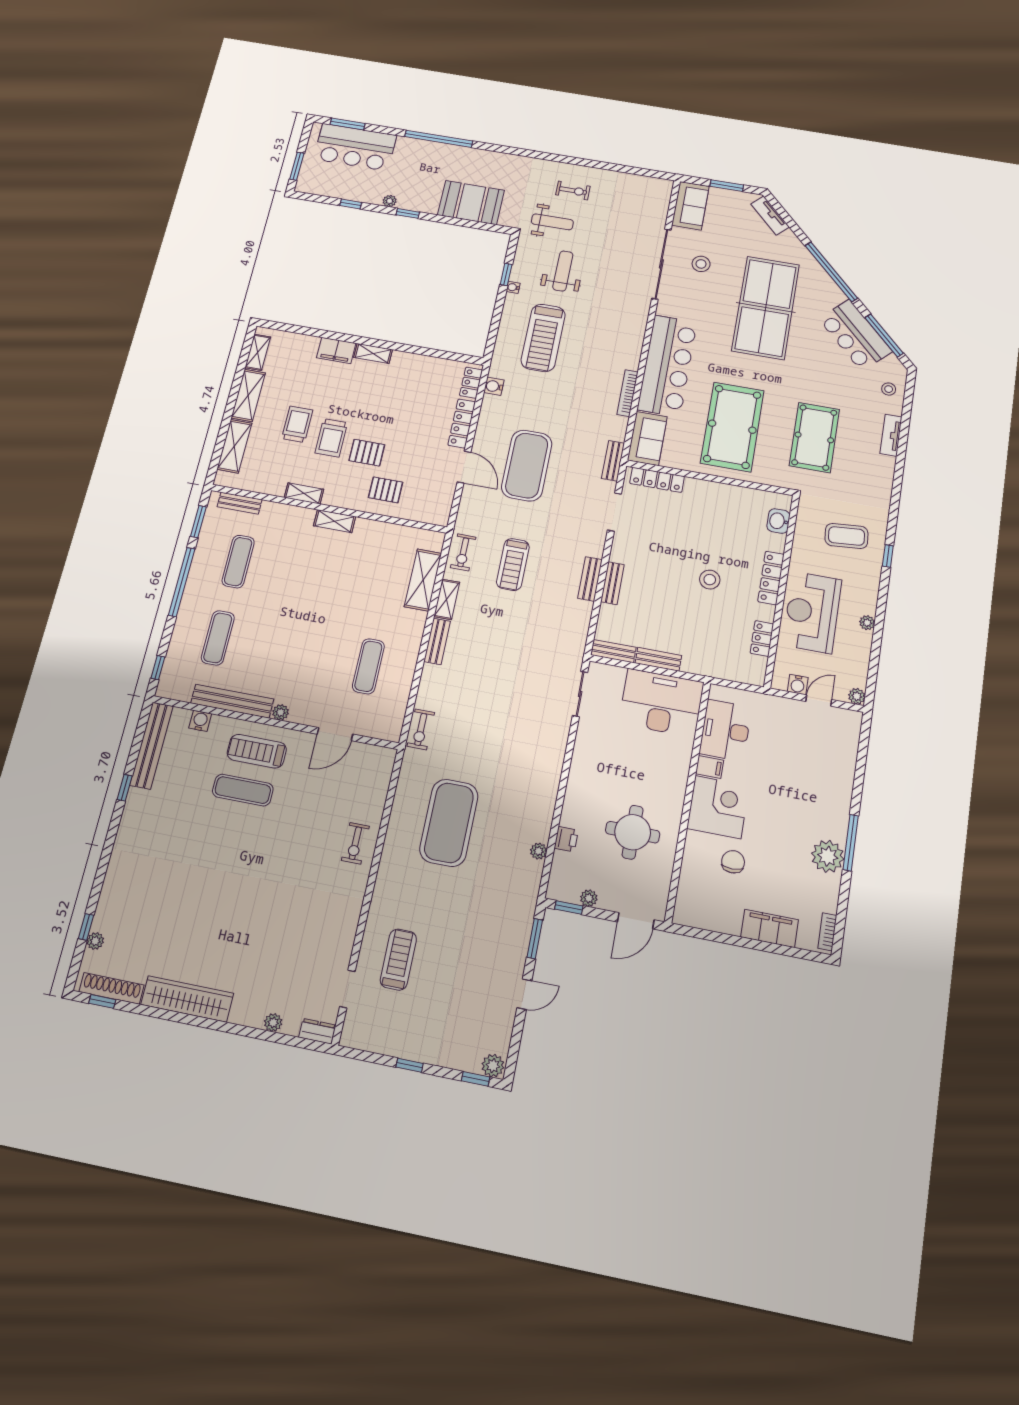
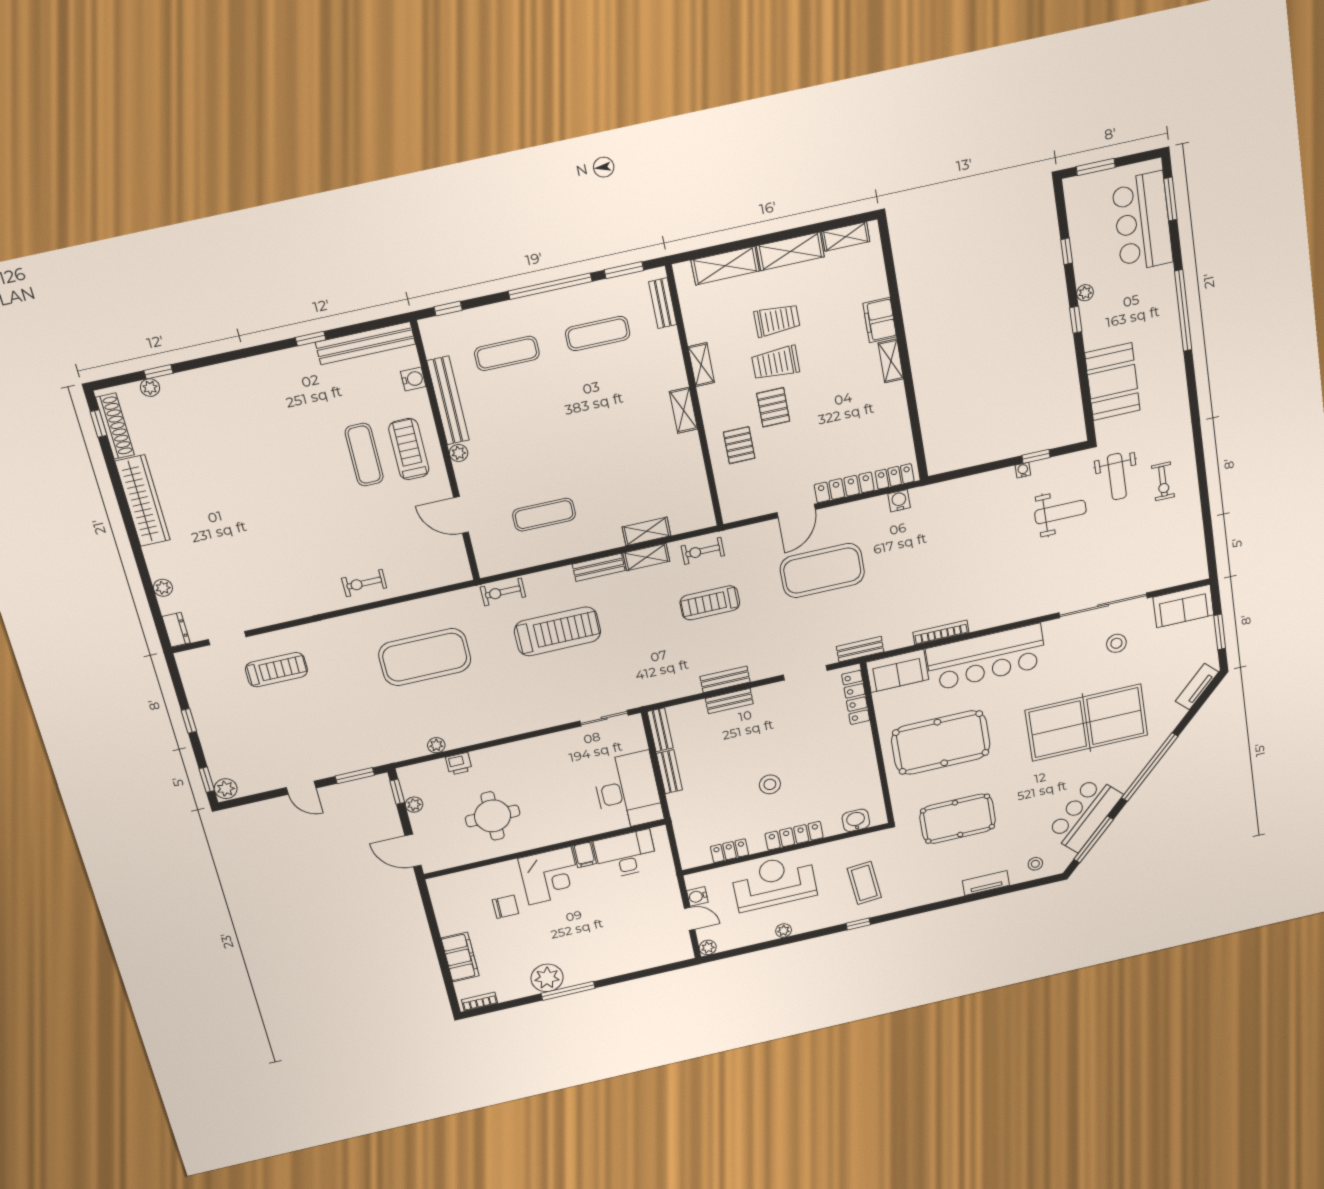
treadmill: (543, 338) -> (558, 631), moved, turned 180
shelving: (423, 580) -> (646, 531), width x0.67, depth x0.75

